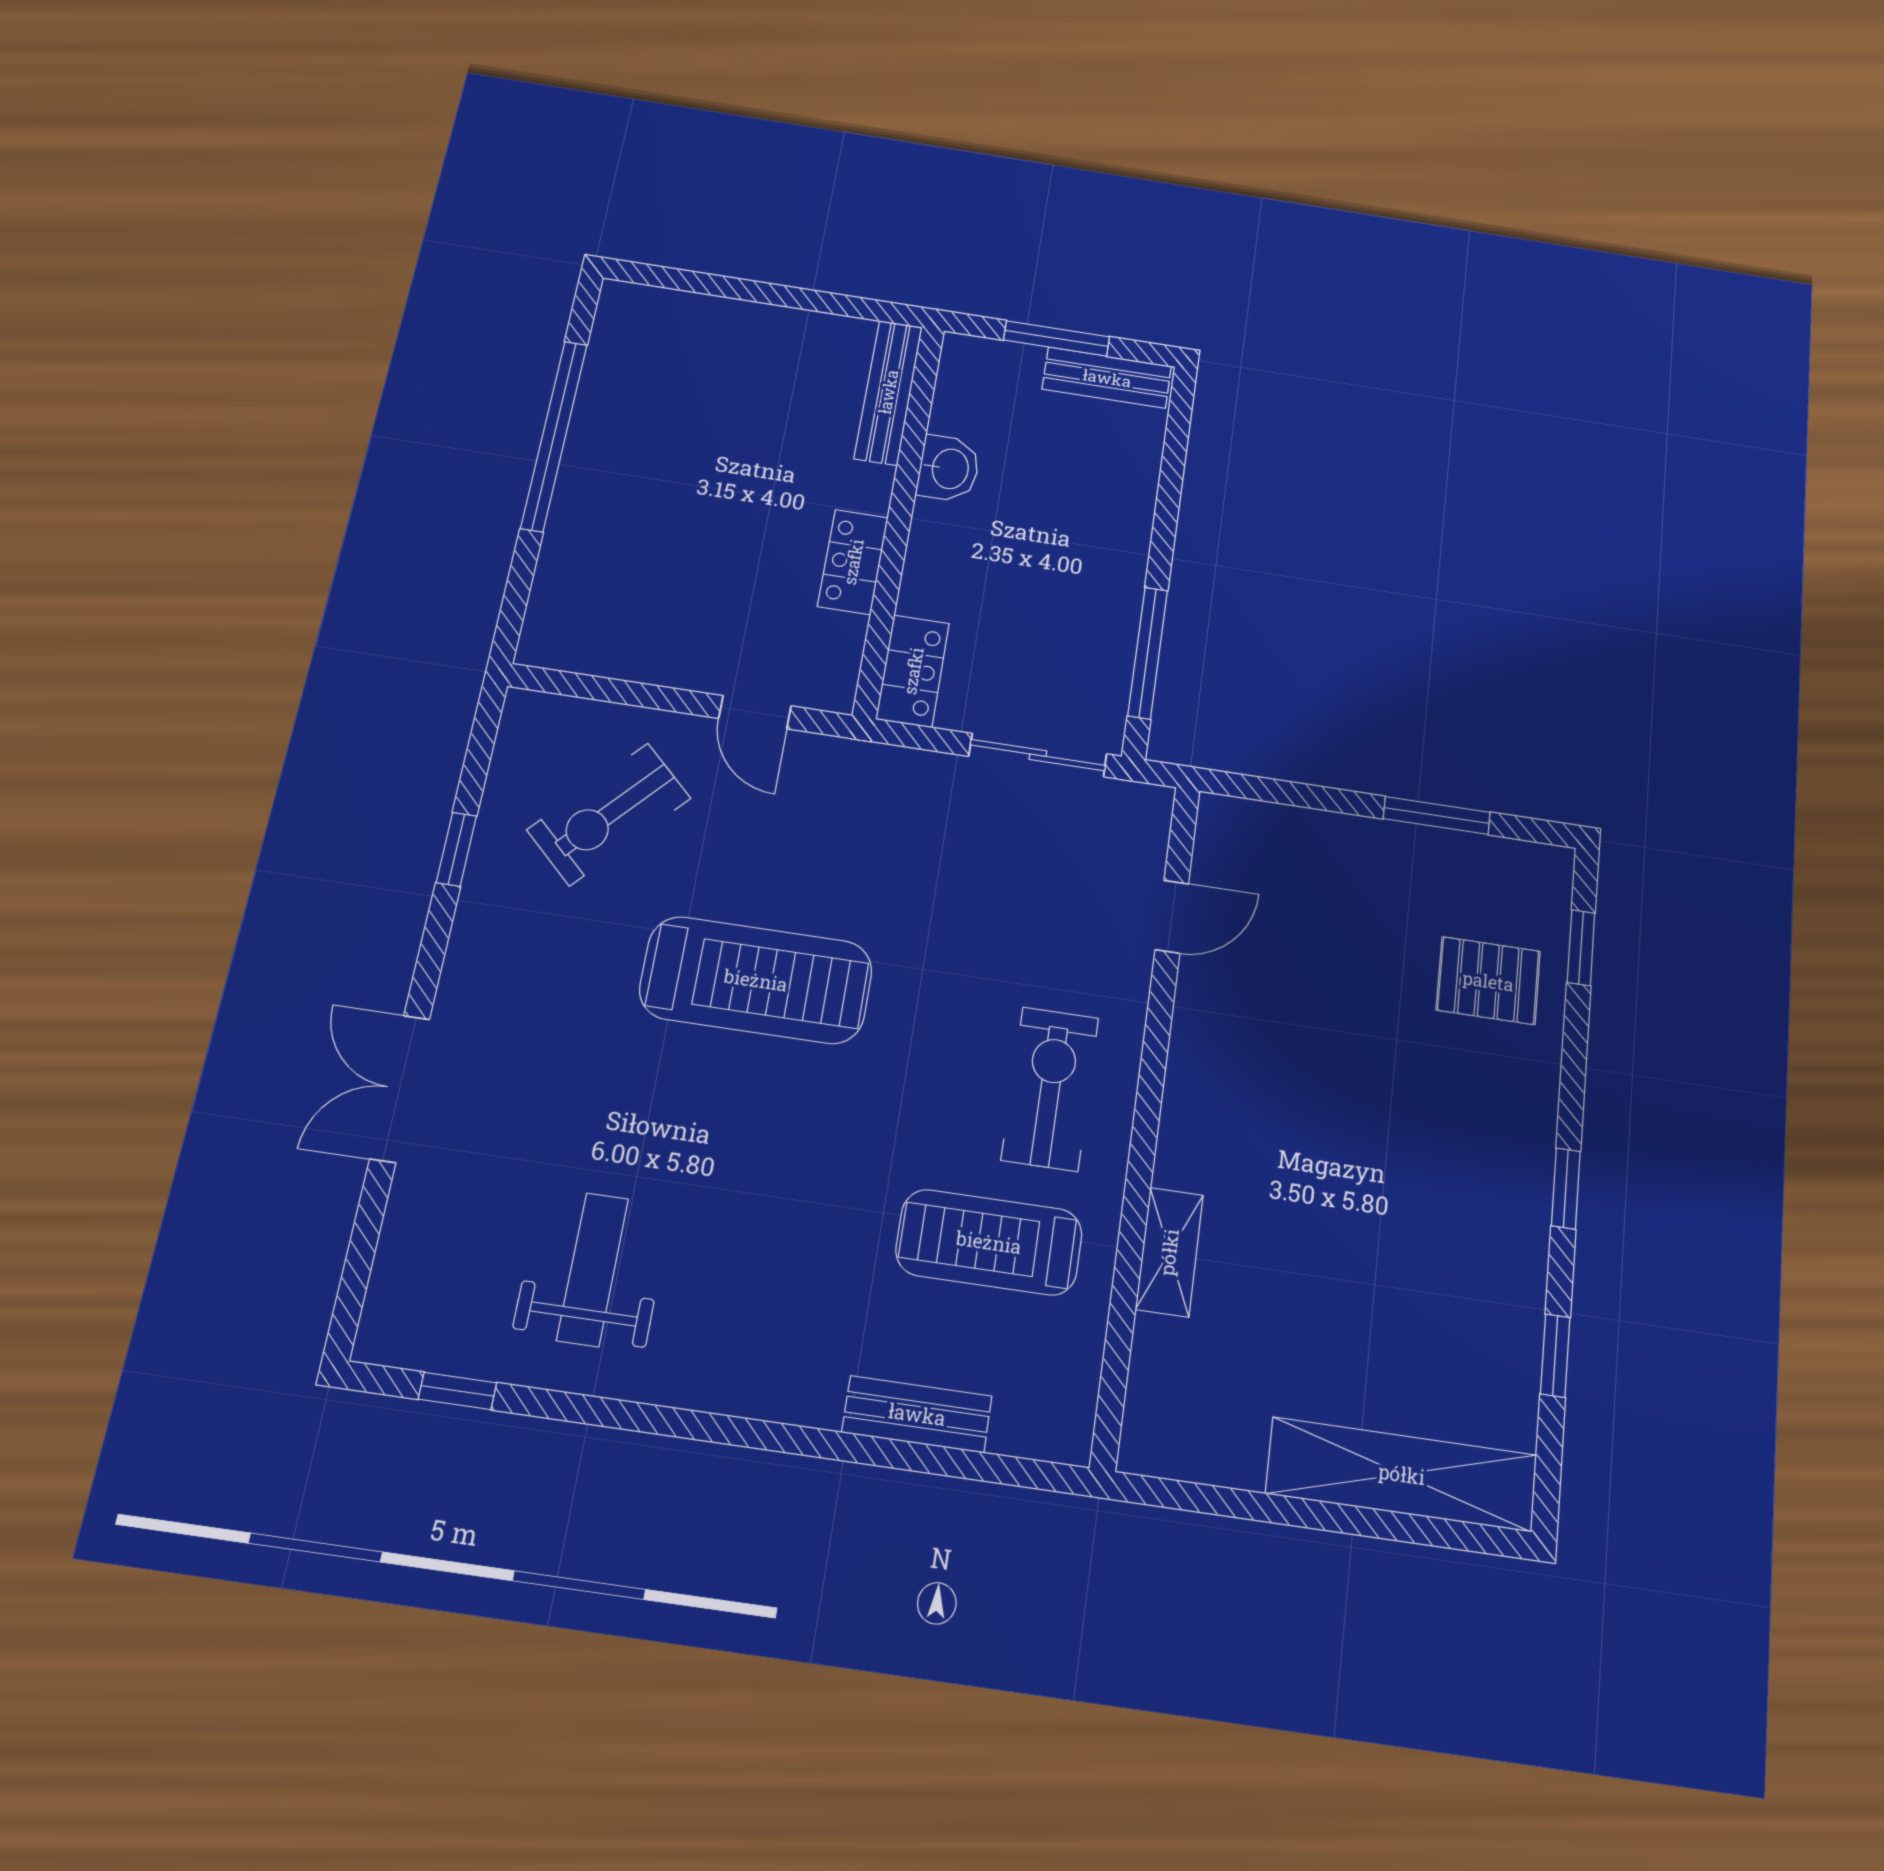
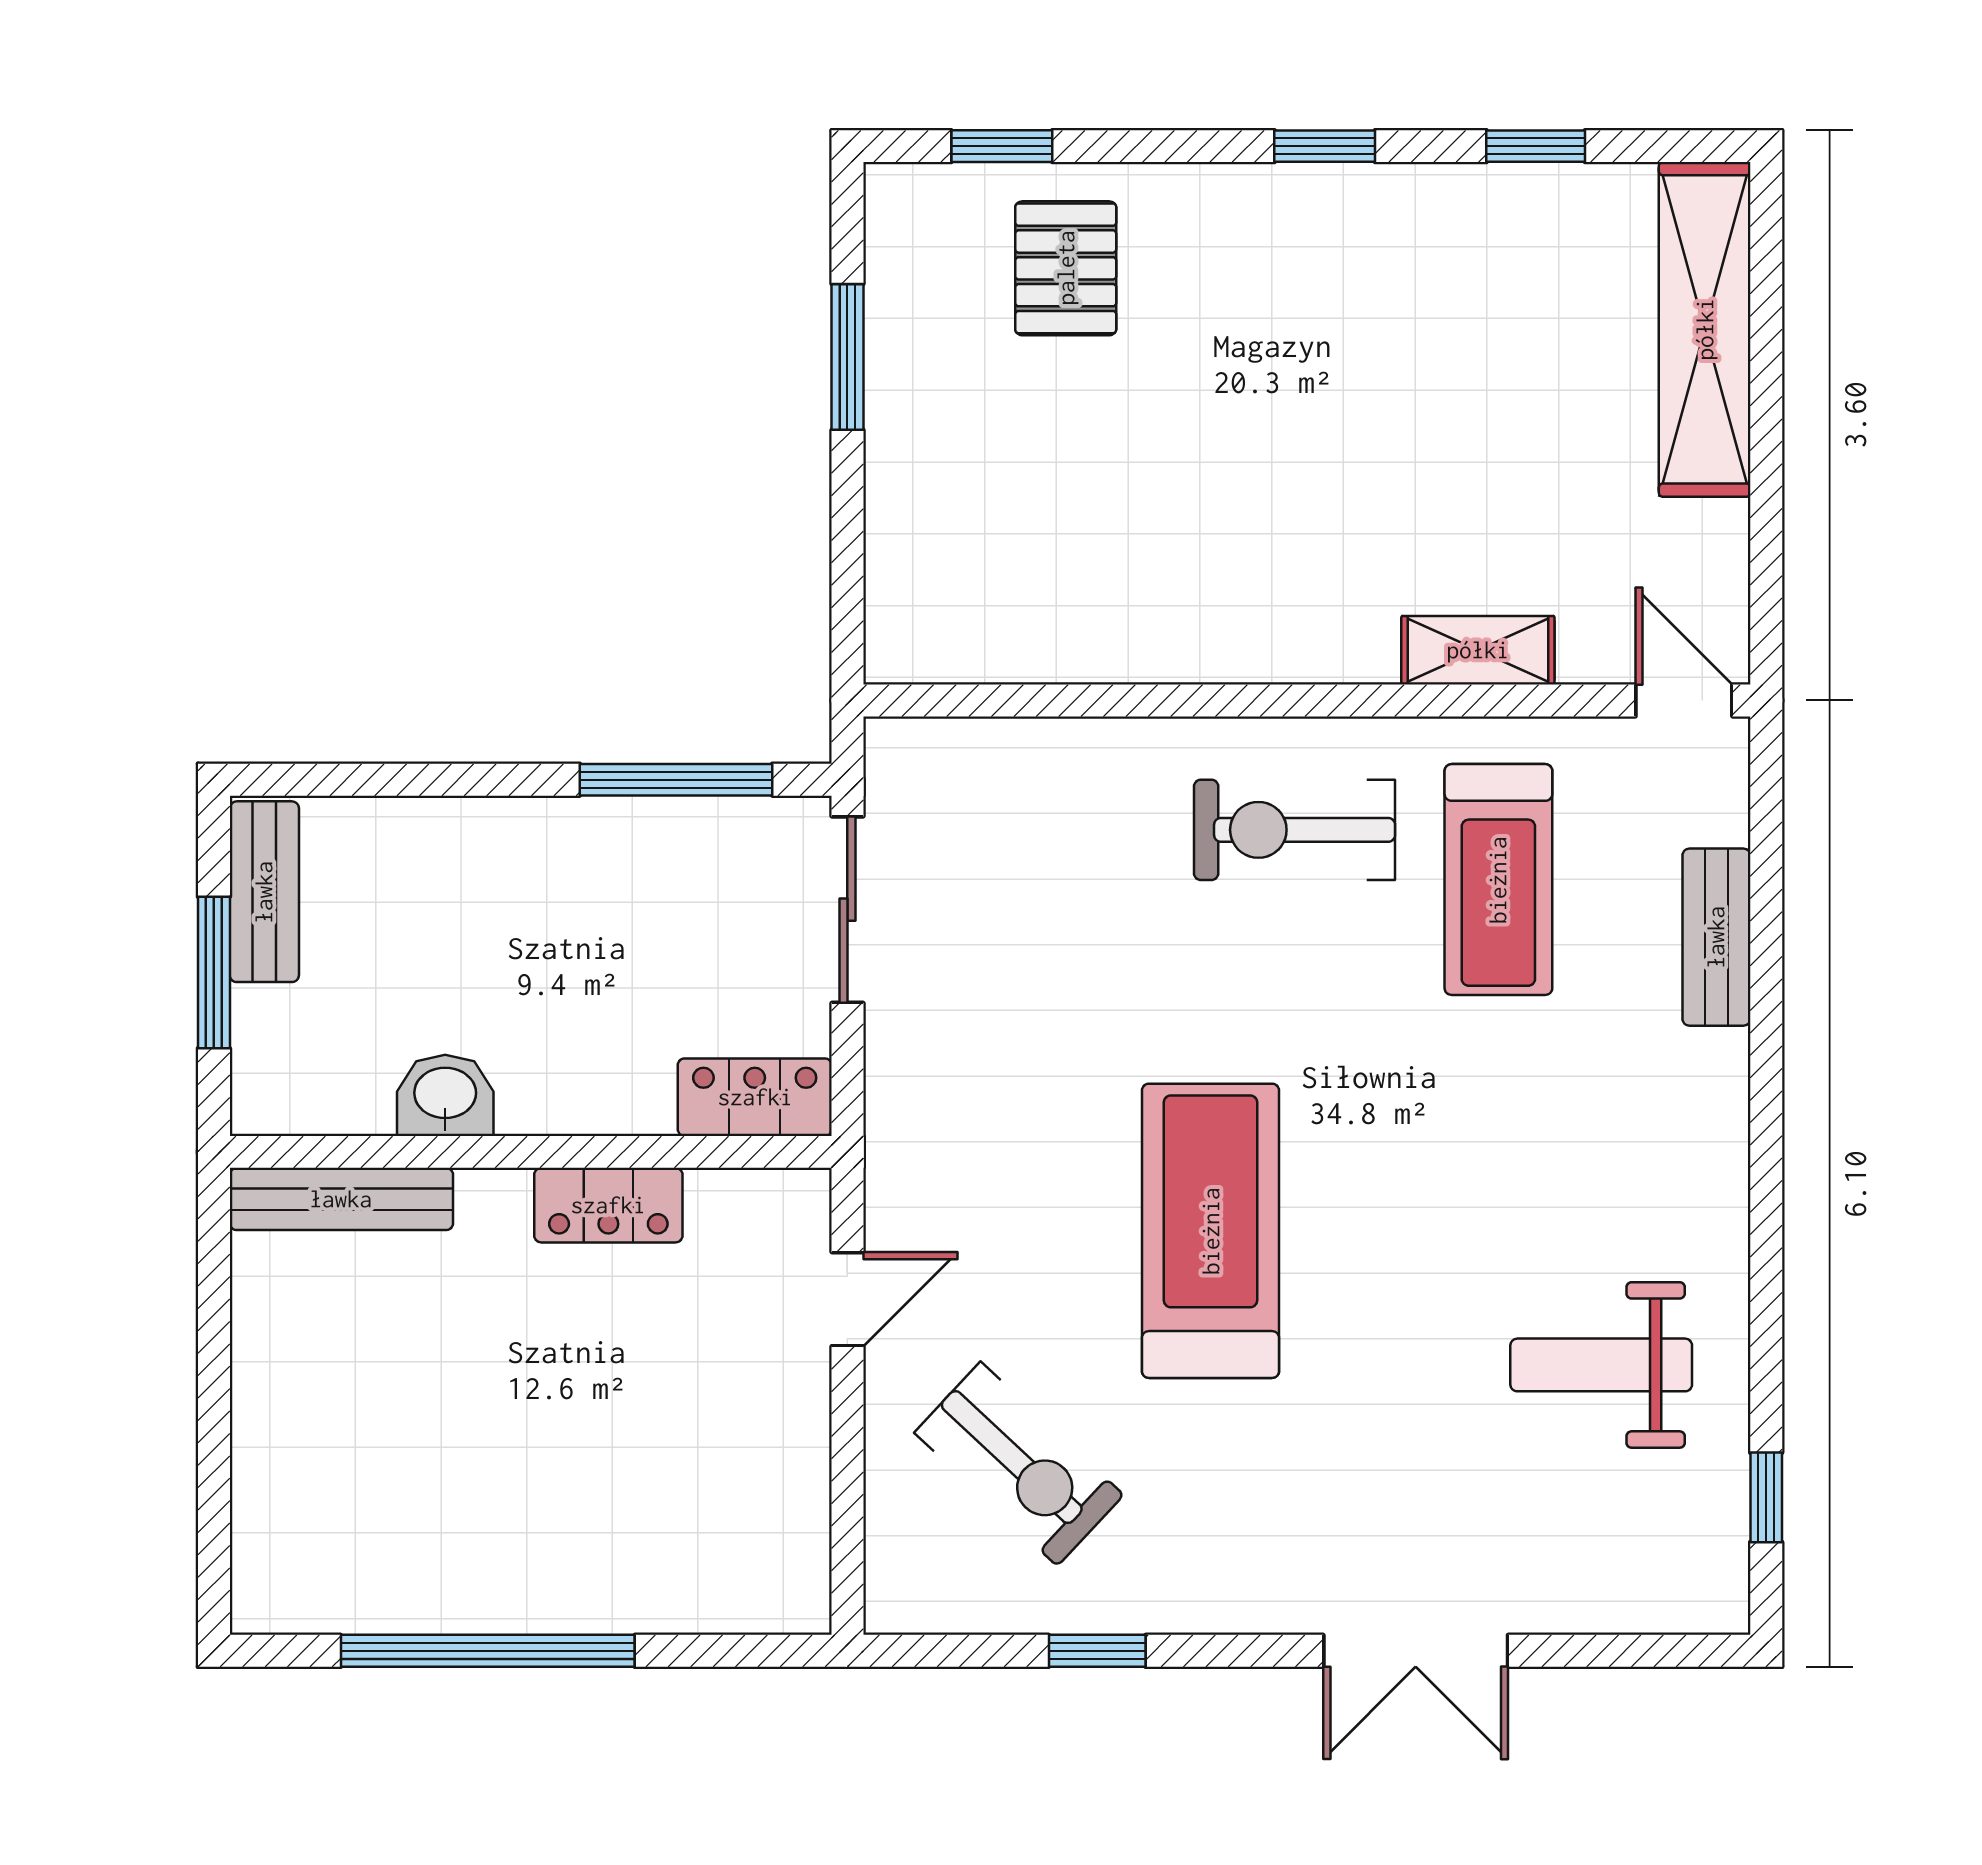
door: (1172, 917) -> (1684, 700), moved

